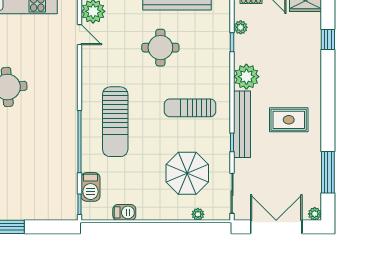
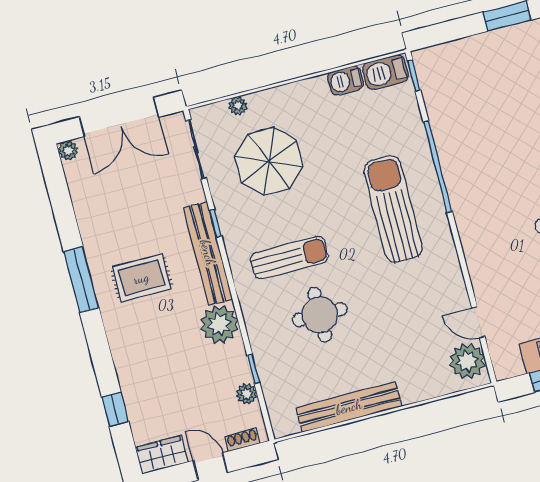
round table: (160, 48) -> (320, 315), moved
window: (328, 172) -> (81, 279), moved
barbecue: (90, 187) -> (385, 72), moved, turned -90

